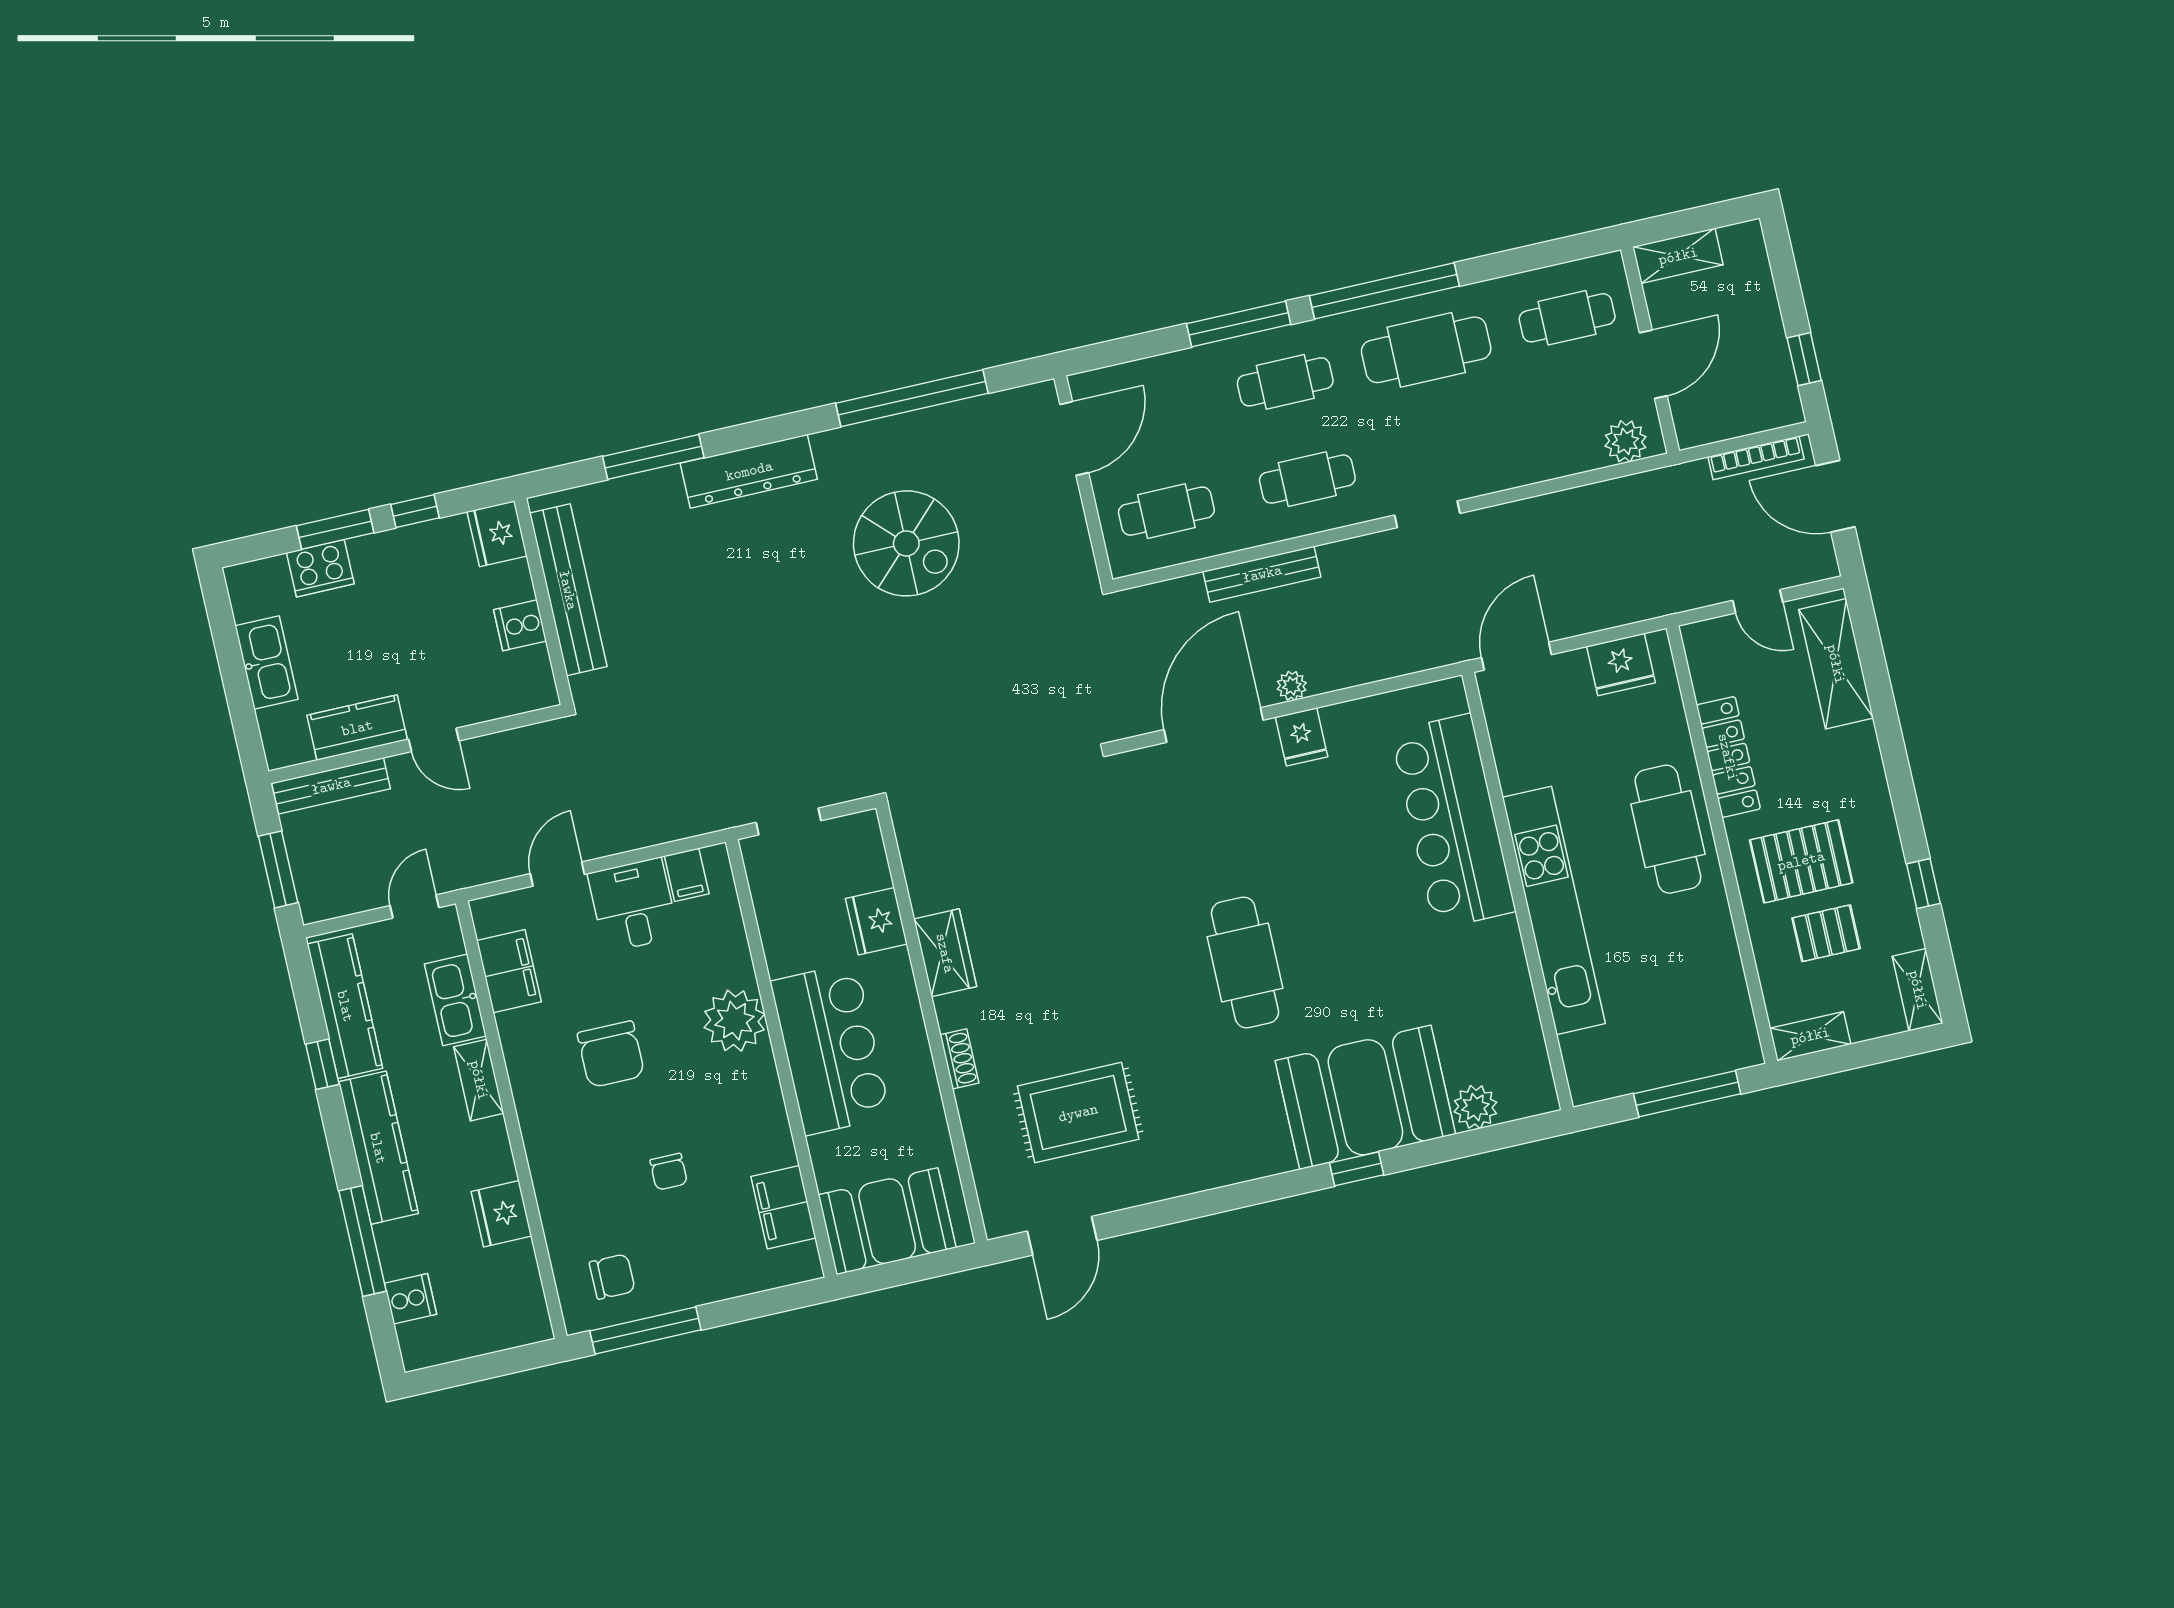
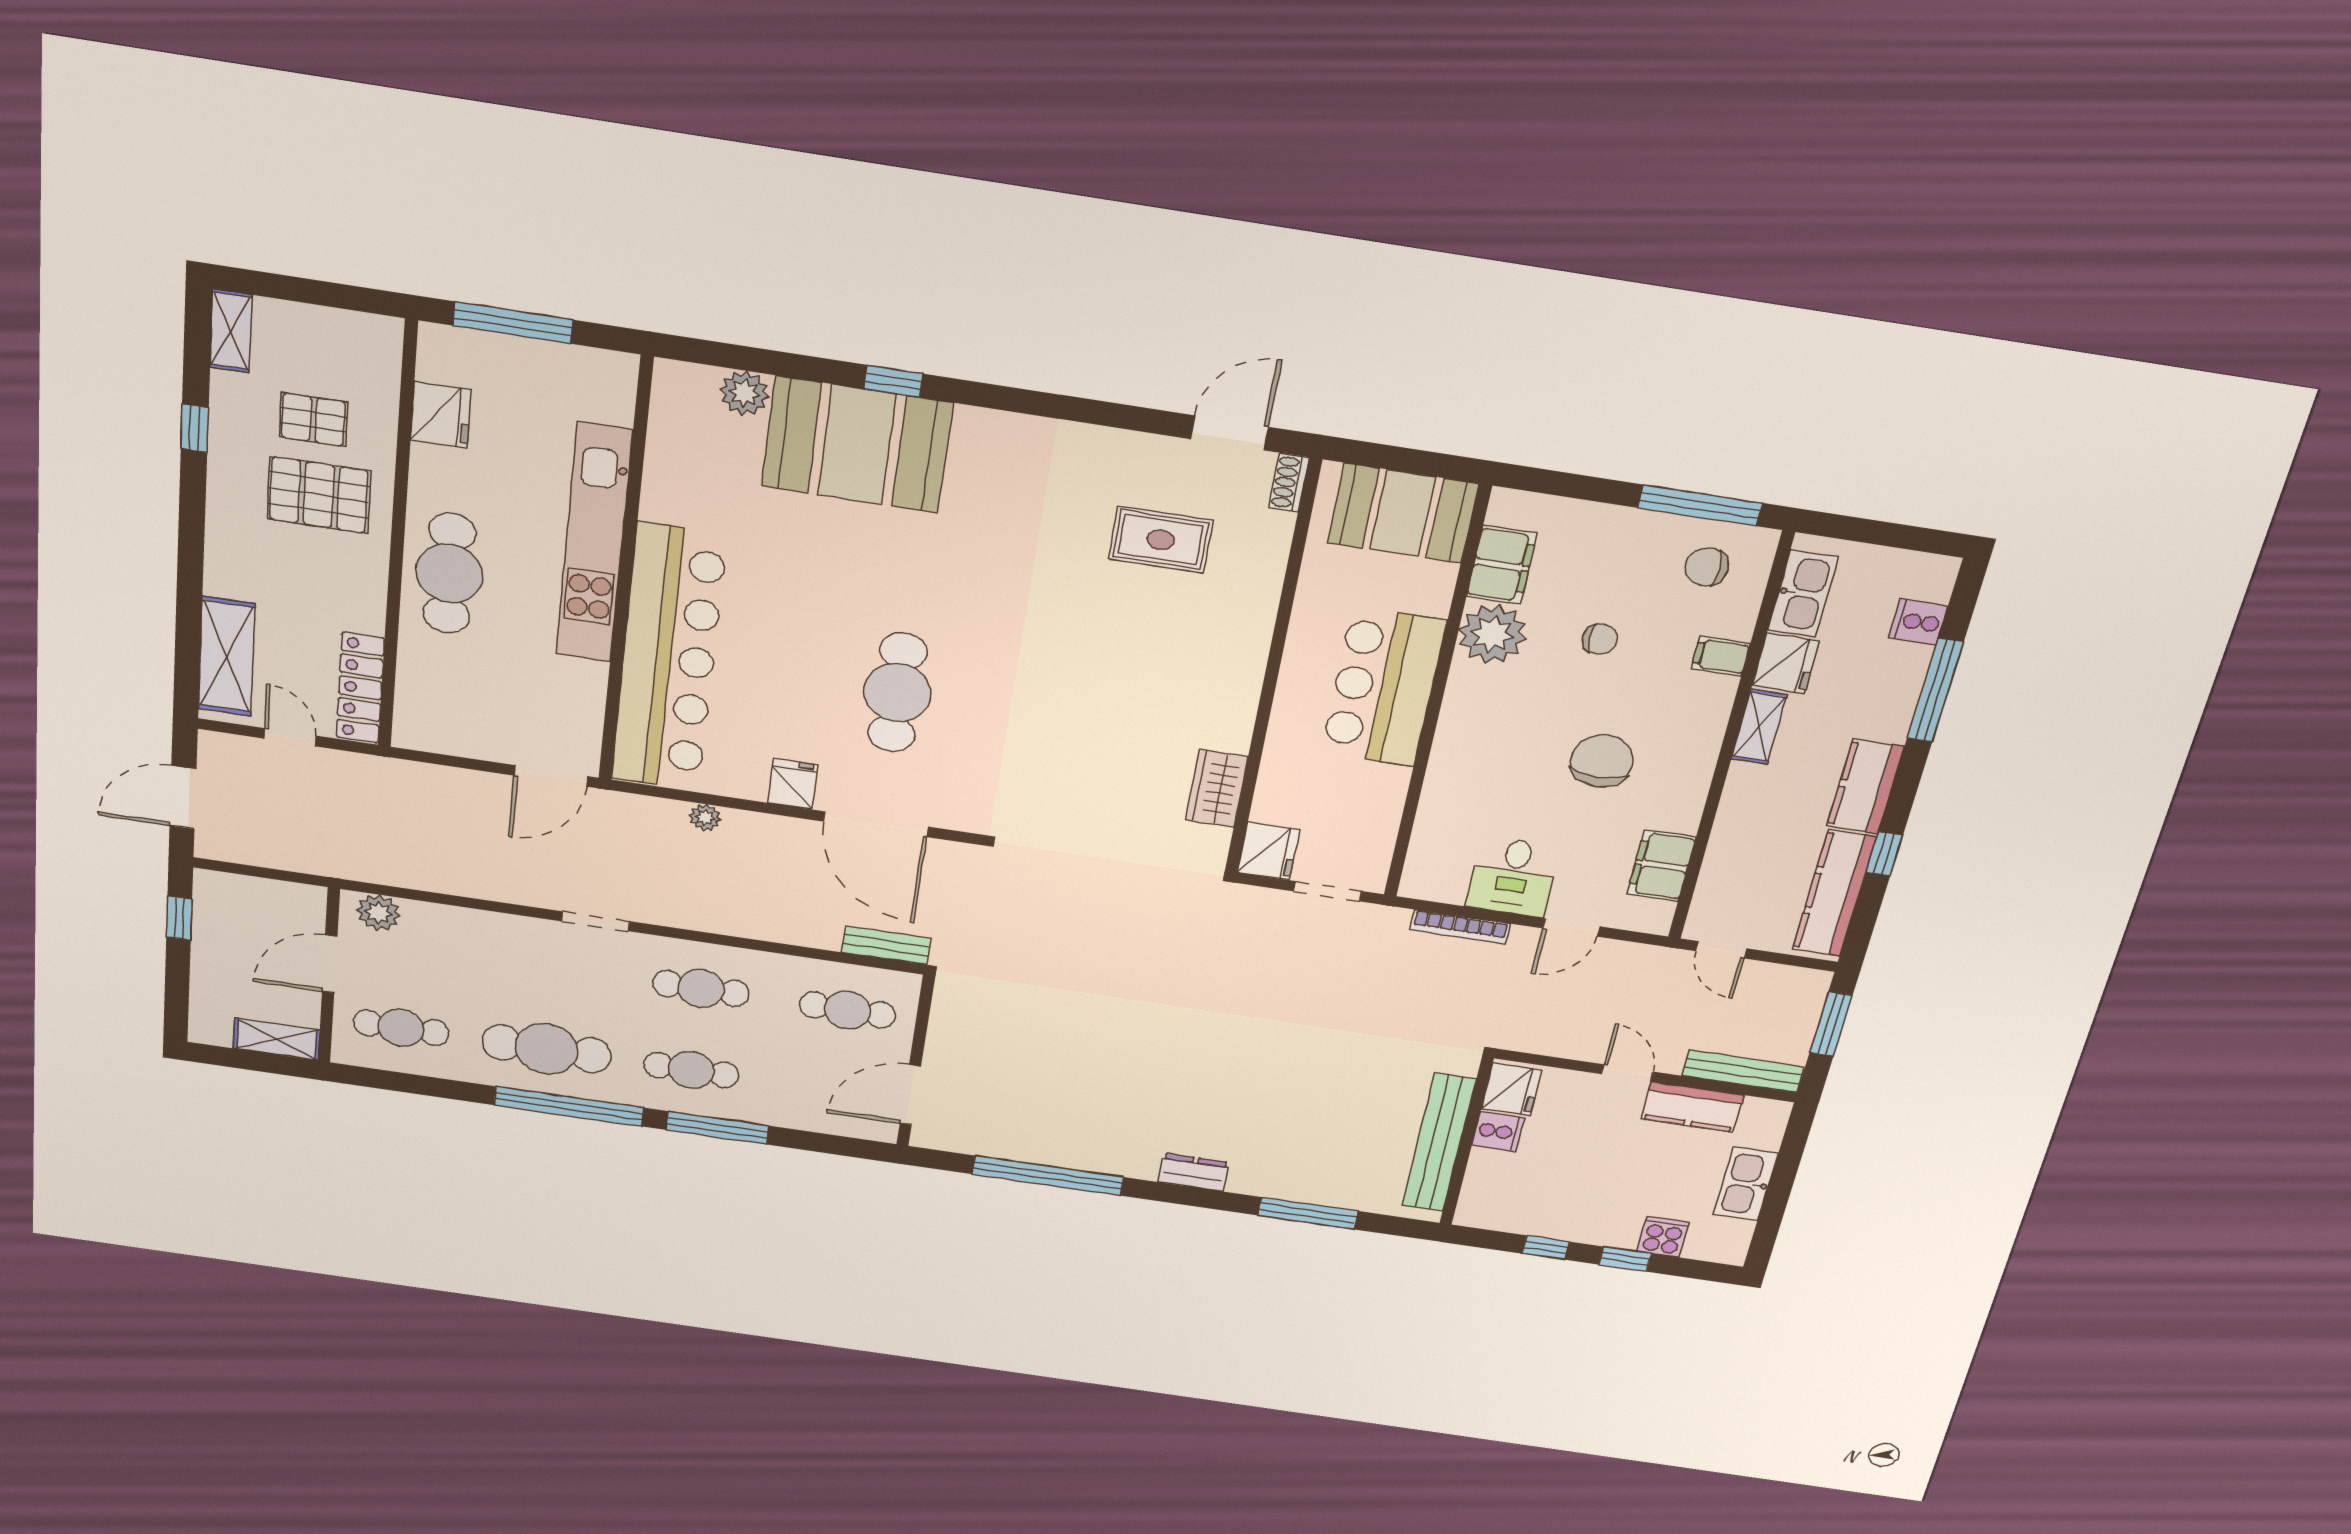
bookcase: (1756, 458) -> (1460, 927), moved, turned 180
dresser: (749, 471) -> (1193, 1172), width x0.51, depth x0.80
door: (1835, 496) -> (183, 797), swing flipped
window: (335, 529) -> (1625, 1259), width x0.67
fridge: (497, 534) -> (1511, 1089), moved
spiral stairs: (906, 543) -> (1106, 1070), removed
cooker: (320, 568) -> (1663, 1237), width x0.73
bench: (1262, 574) -> (886, 945), moved, width x0.73
fridge: (1621, 665) -> (441, 415), moved, turned 90
plant: (1292, 686) -> (705, 817), moved
door: (1214, 725) -> (876, 824), hinge flipped
locker: (1728, 757) -> (360, 688), moved
bar counter: (1453, 821) -> (669, 659), width x1.36
filing cabinet: (687, 875) -> (1721, 656), moved, turned -90
door: (415, 907) -> (1721, 950), hinge flipped
fridge: (876, 921) -> (1268, 851), moved
wardrobe: (945, 953) -> (1217, 789), moved
cafe table: (1245, 963) -> (897, 693), moved
kitchen sink: (455, 1000) -> (1803, 593), moved
plant: (734, 1021) -> (1492, 634), moved
shelving: (1810, 1036) -> (361, 329), removed
shoe rack: (959, 1059) -> (1289, 483), moved
shelving: (479, 1080) -> (1759, 727), moved
rug: (1078, 1113) -> (1161, 540), width x0.73, depth x0.70
kitchen counter: (378, 1148) -> (1865, 786), width x0.67
chair: (669, 1172) -> (1600, 639), turned 90

